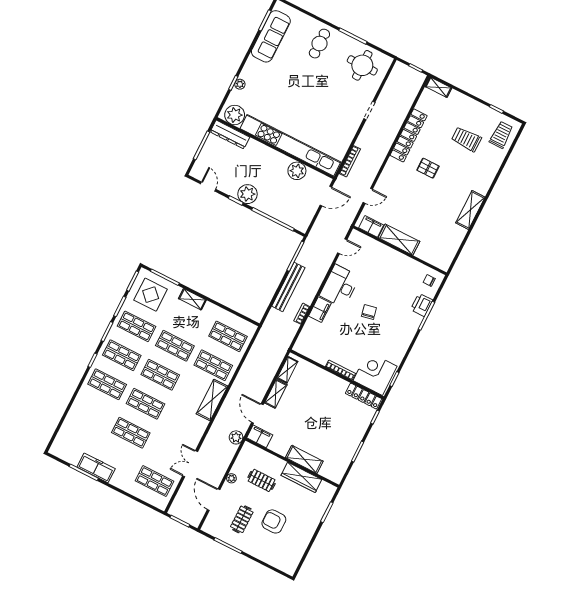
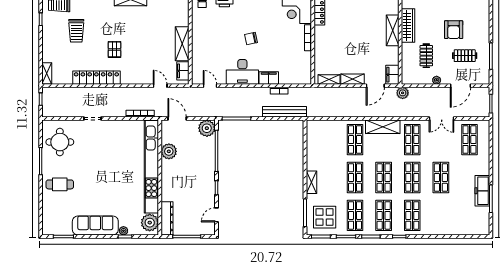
sofa: (271, 36) -> (95, 225), moved
plant: (247, 194) -> (207, 128), moved
bench: (288, 287) -> (284, 112), moved
shop shelf: (228, 336) -> (412, 140), moved

